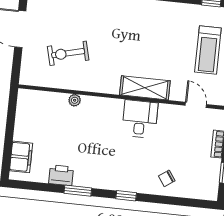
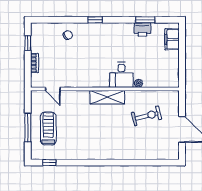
shelving: (145, 88) -> (107, 97), moved
desk: (140, 119) -> (121, 75), moved
window: (78, 191) -> (145, 20), moved

